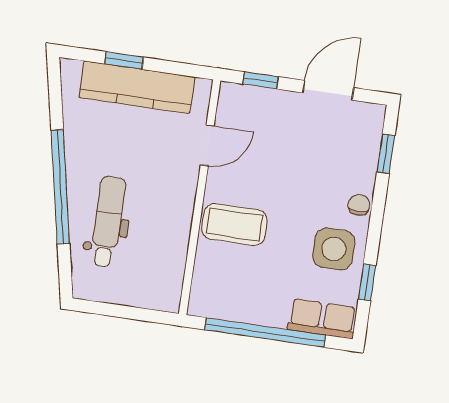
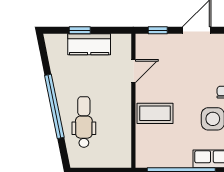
kitchen counter: (137, 87) -> (89, 44), width x0.67

